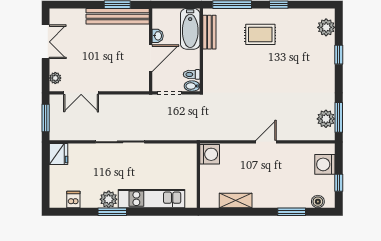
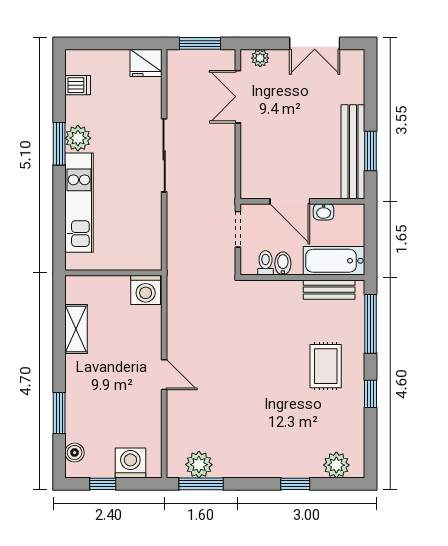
bidet: (192, 86) -> (283, 264), moved

